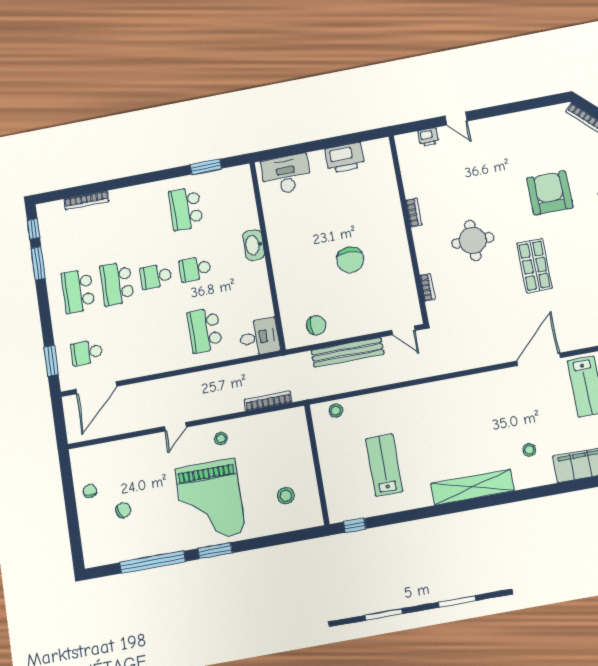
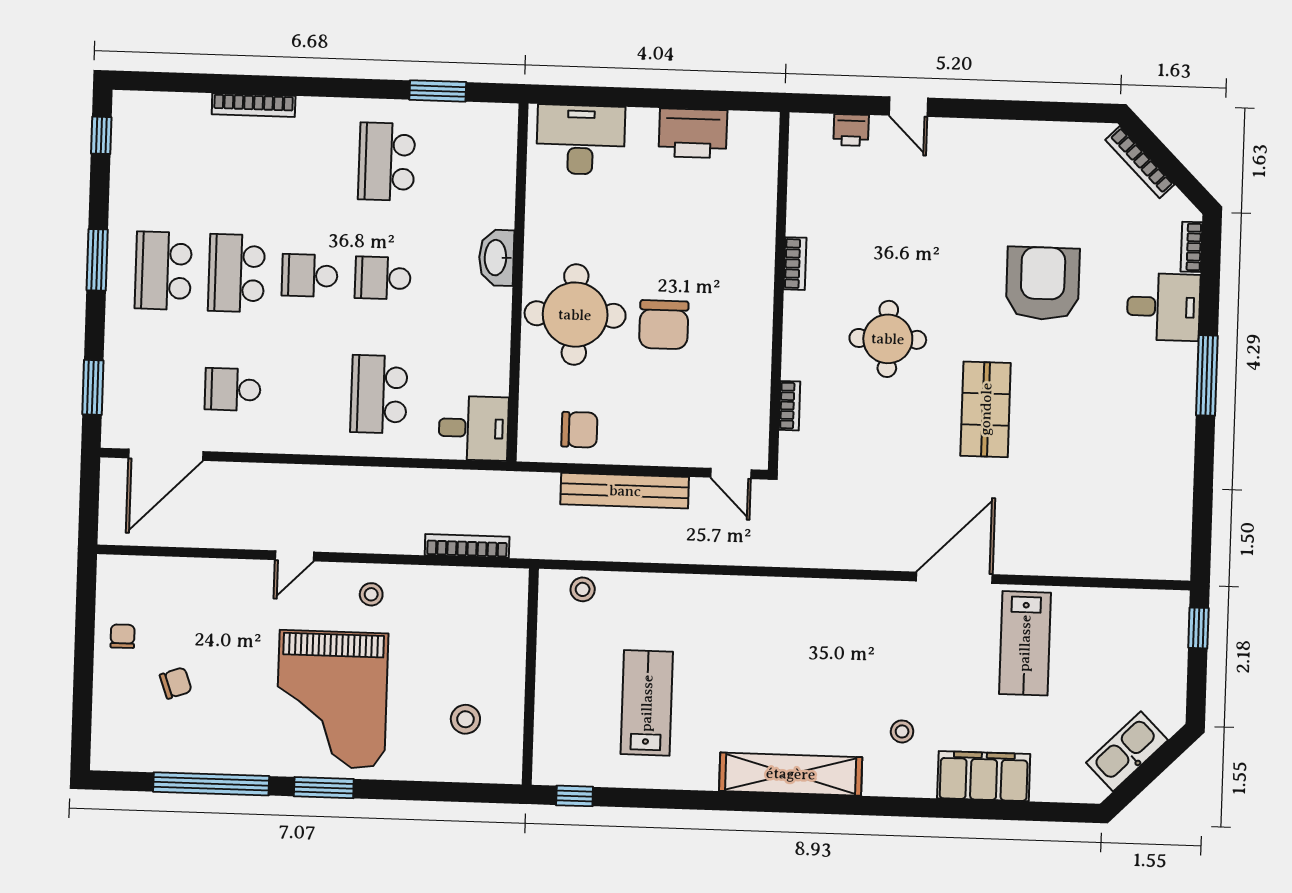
bookcase: (86, 200) -> (254, 105), moved
window: (38, 263) -> (97, 260), moved
round table: (302, 265) -> (575, 315), added
school desk: (87, 353) -> (233, 389), moved

